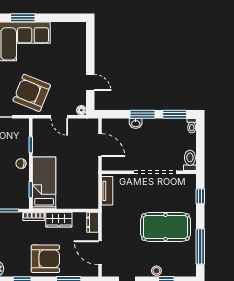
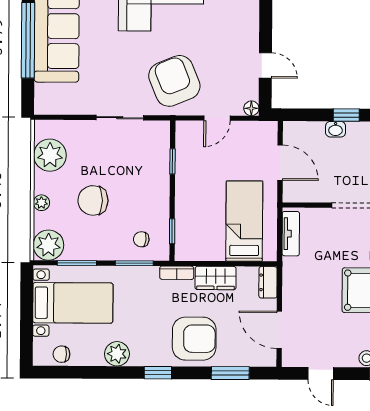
armchair: (32, 93) -> (174, 81), turned 46
window: (143, 114) -> (346, 115), width x0.67
door: (59, 117) -> (217, 118), hinge flipped
chair: (21, 164) -> (141, 239), moved
bed: (44, 183) -> (244, 221), moved

